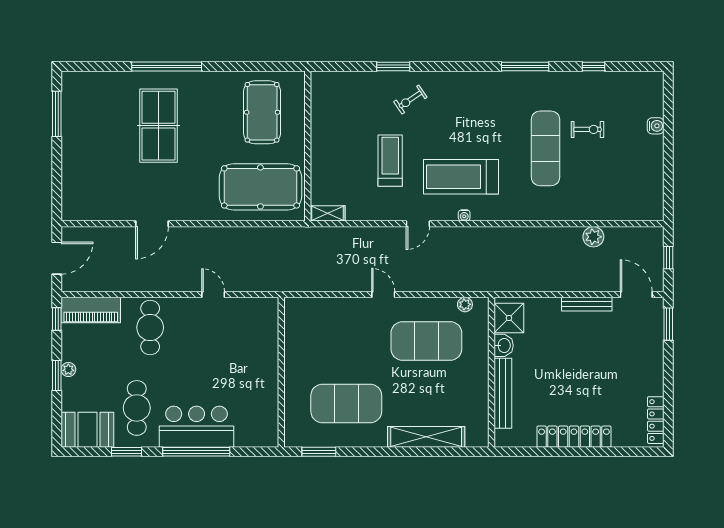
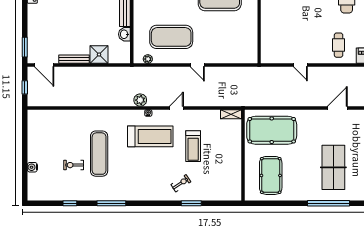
plant: (593, 237) -> (140, 100), moved
shower: (509, 318) -> (99, 55), moved
cafe table: (150, 328) -> (339, 45), width x0.73, depth x0.74

